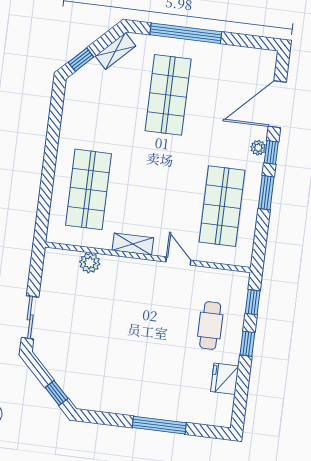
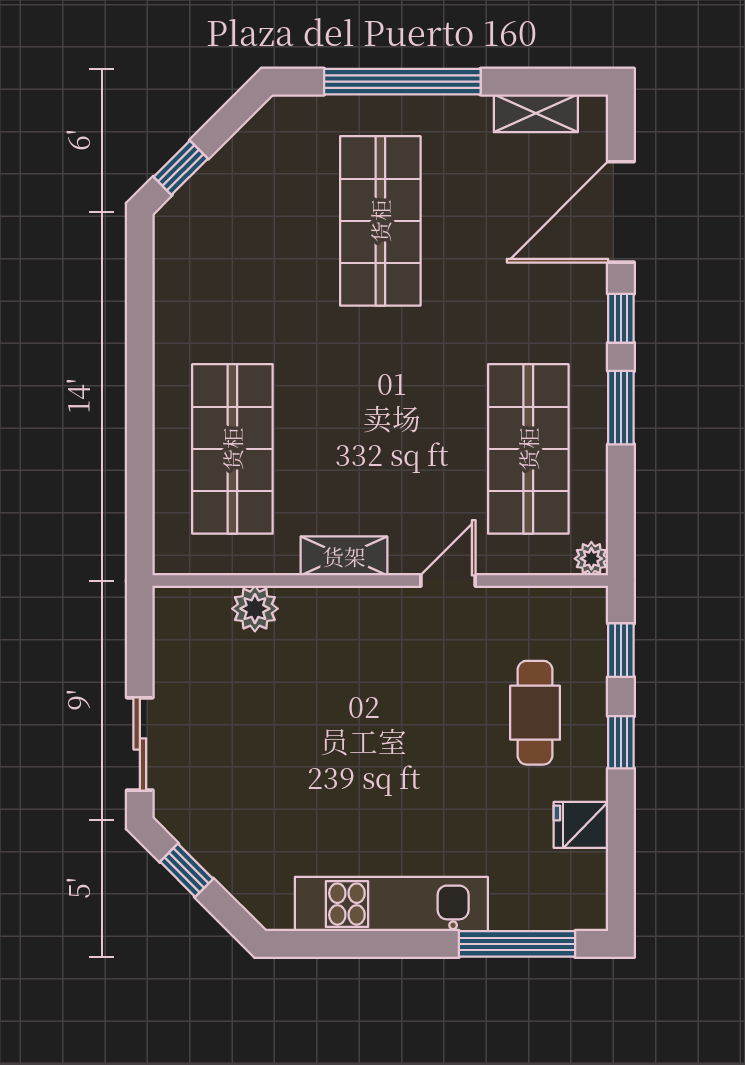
shelving: (115, 51) -> (536, 113), moved, turned 45
plant: (258, 148) -> (591, 559), moved
door: (178, 261) -> (448, 581), hinge flipped
fridge: (225, 379) -> (581, 825), width x0.72
window: (57, 393) -> (187, 870), moved
kitchen unit: (135, 404) -> (391, 904), added
window: (159, 425) -> (517, 944), moved

